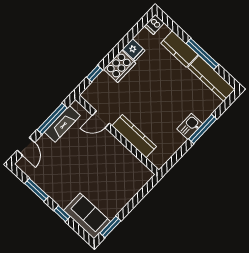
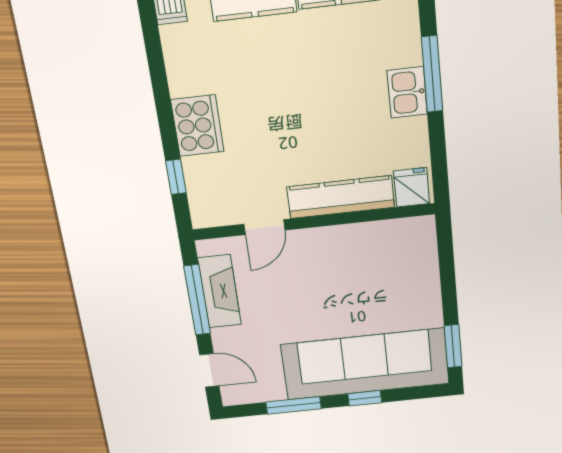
fridge: (134, 50) -> (412, 187), moved, turned -90
sofa: (87, 216) -> (365, 364), width x1.85, depth x1.27

